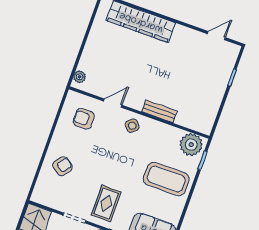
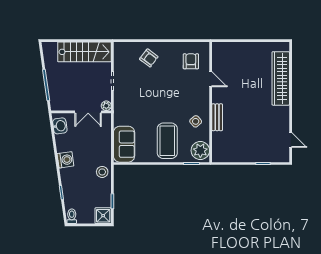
plant: (80, 77) -> (222, 47), removed
side table: (132, 126) -> (196, 121), moved
rug: (106, 204) -> (132, 101), removed

